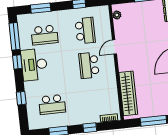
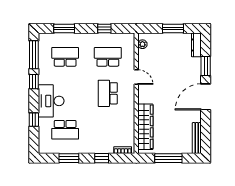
school desk: (85, 31) -> (108, 57), turned -90
school desk: (45, 35) -> (65, 57), turned 180
door: (114, 47) -> (136, 77), swing flipped
desk: (34, 64) -> (51, 101), moved

